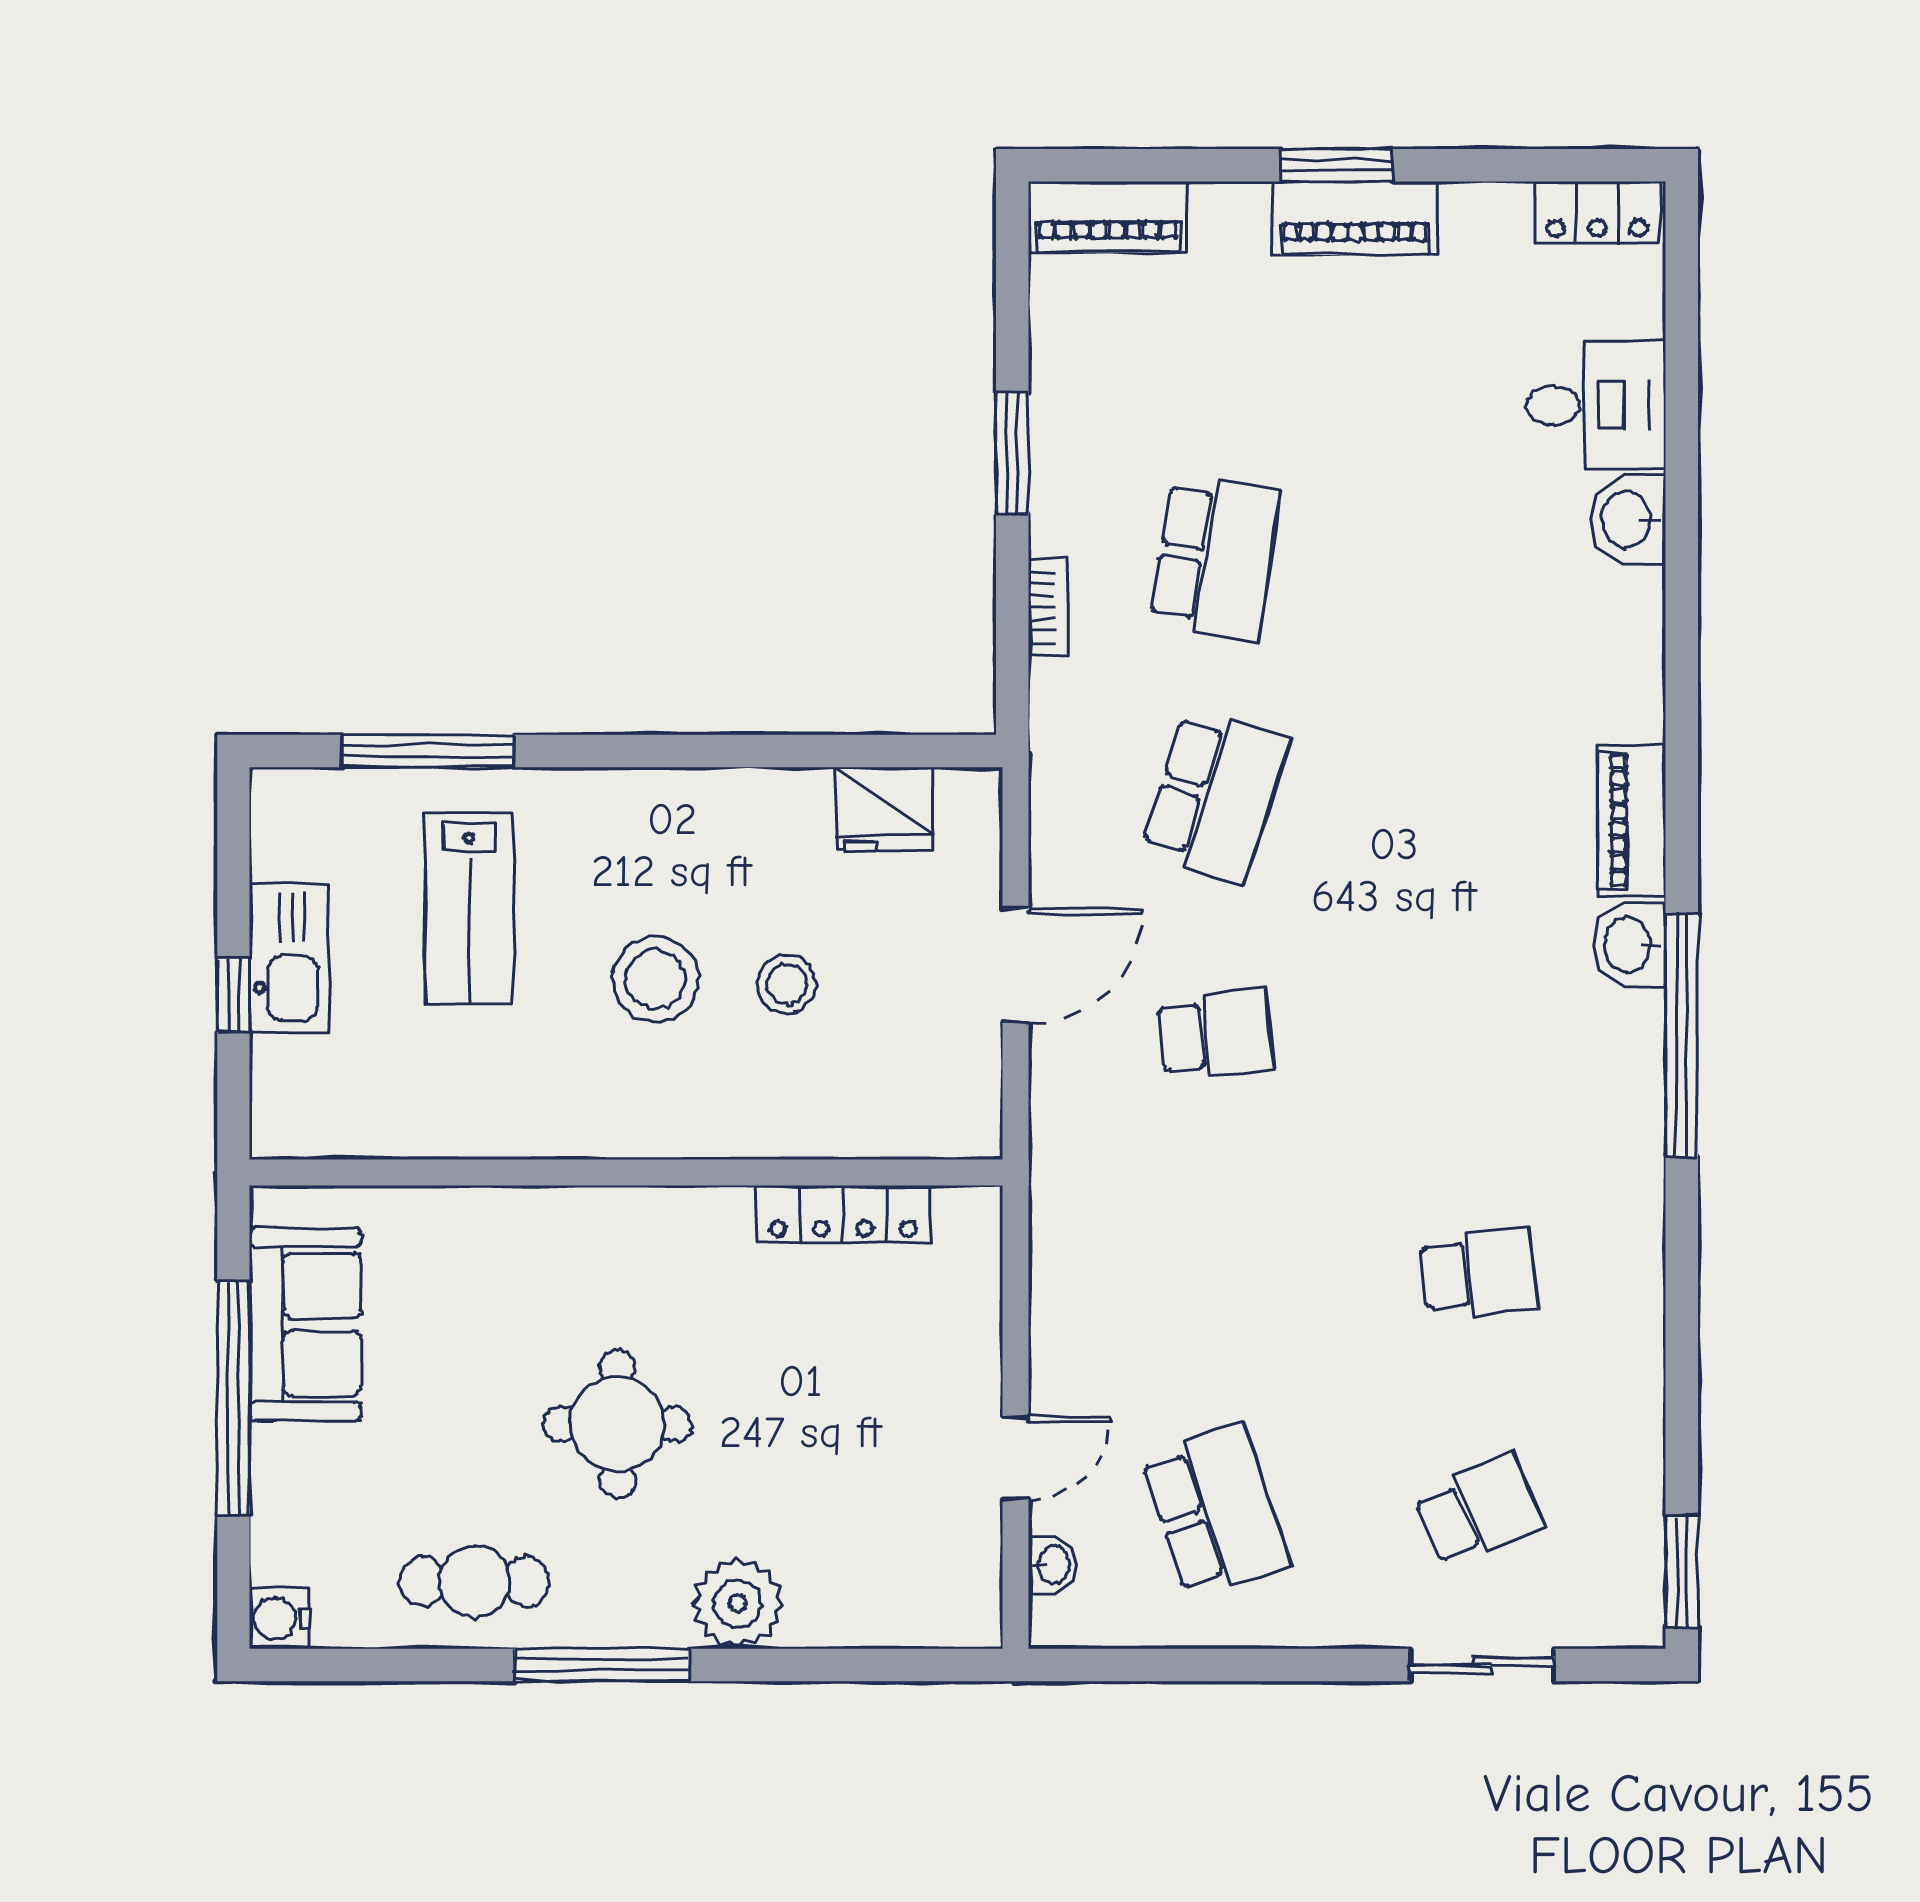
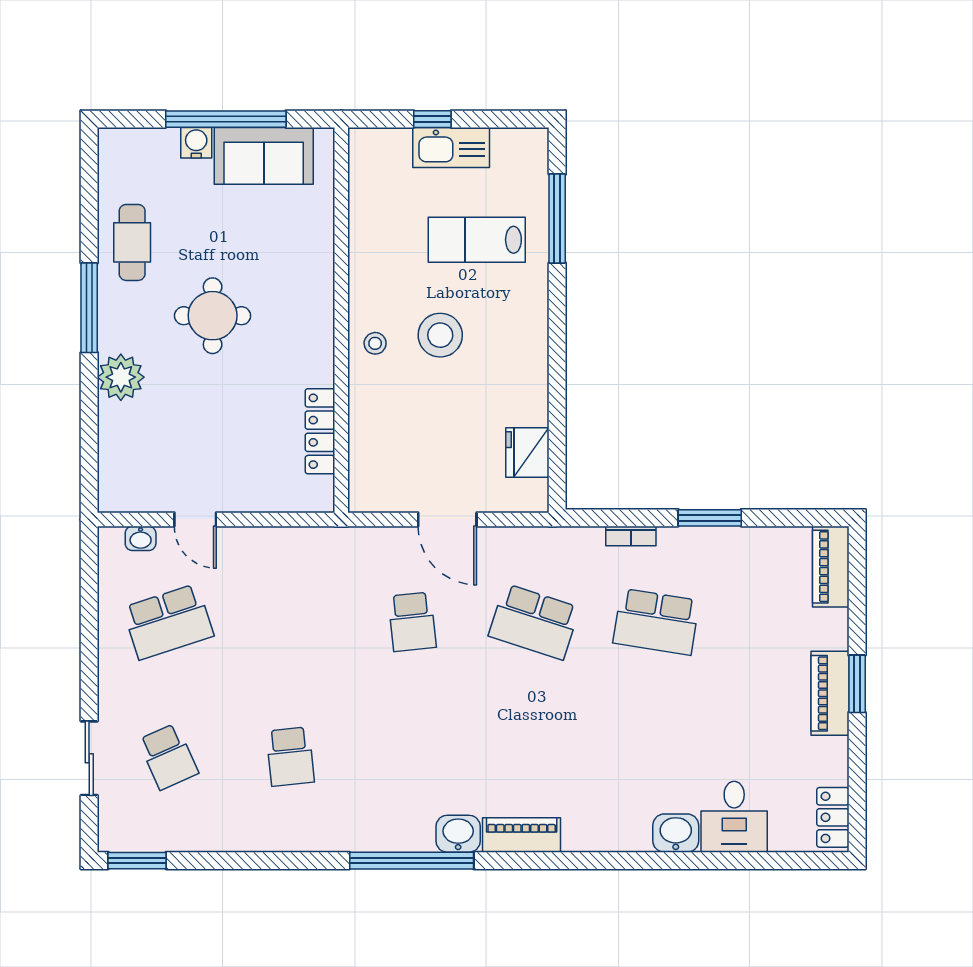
stool: (787, 985) -> (375, 343), moved, width x0.73, depth x0.73
water cooler: (280, 1619) -> (196, 143), moved

